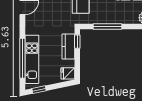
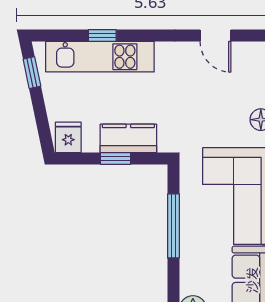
window: (77, 42) -> (115, 158), moved
window: (22, 58) -> (102, 35), width x0.32

